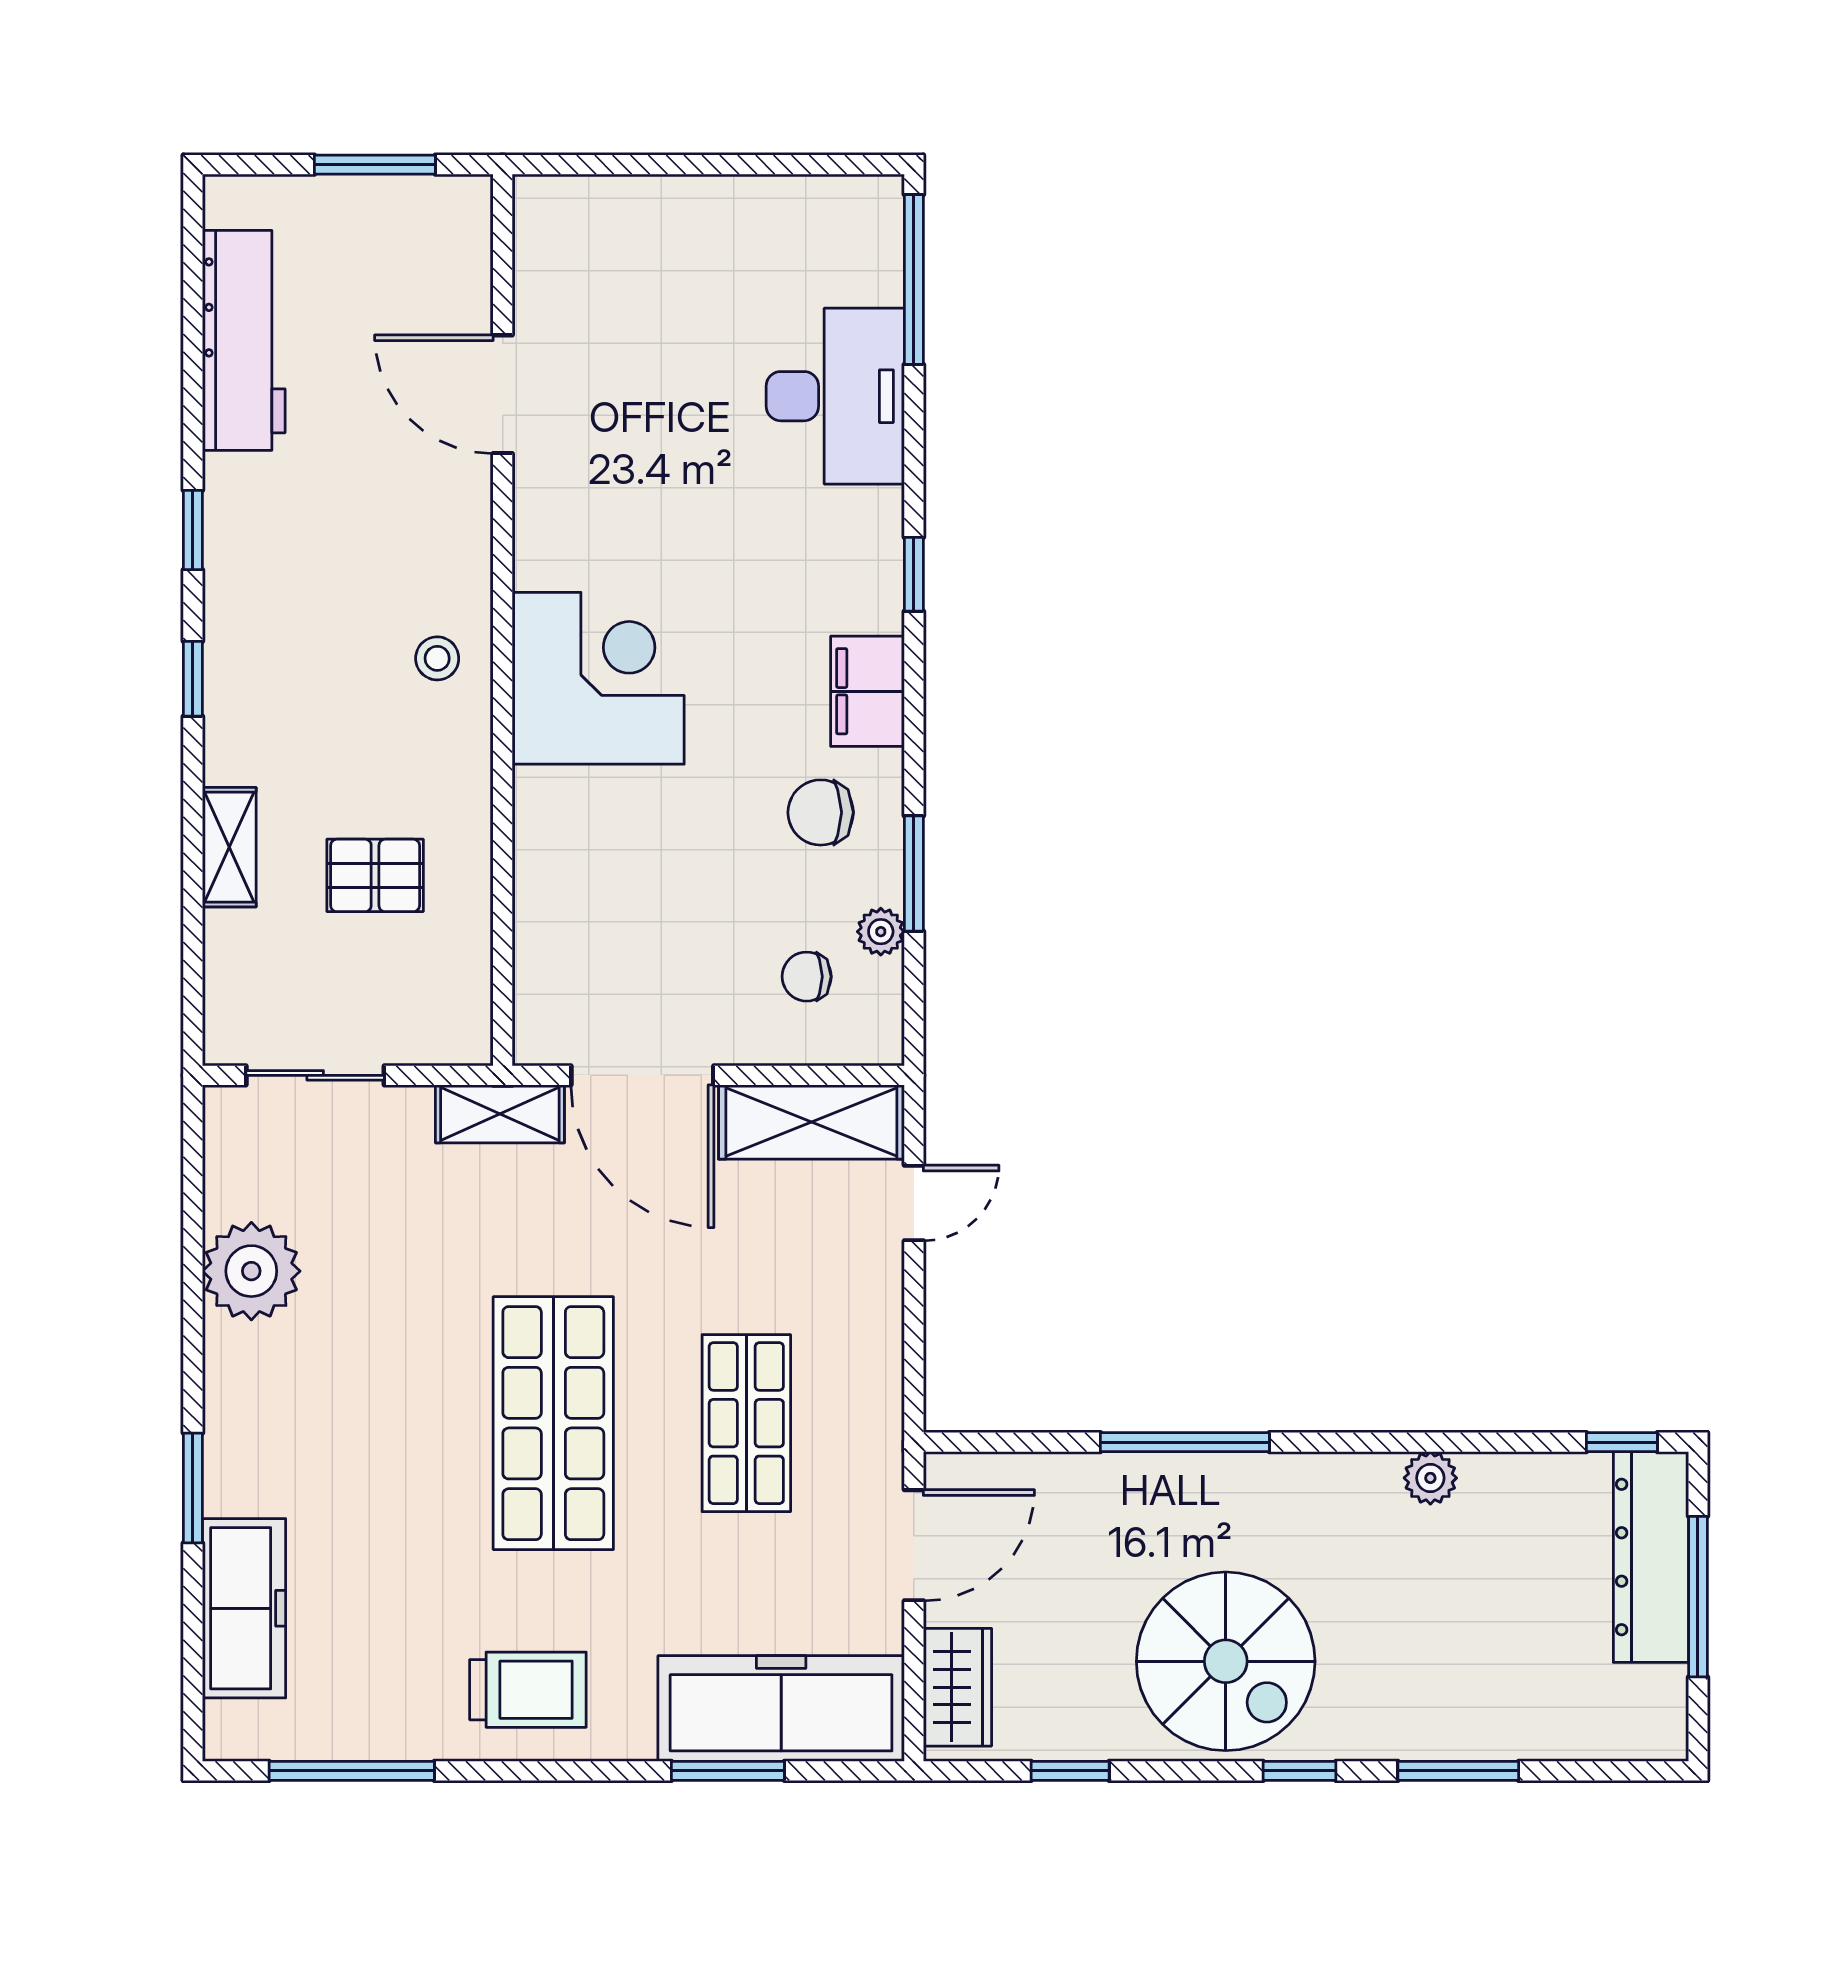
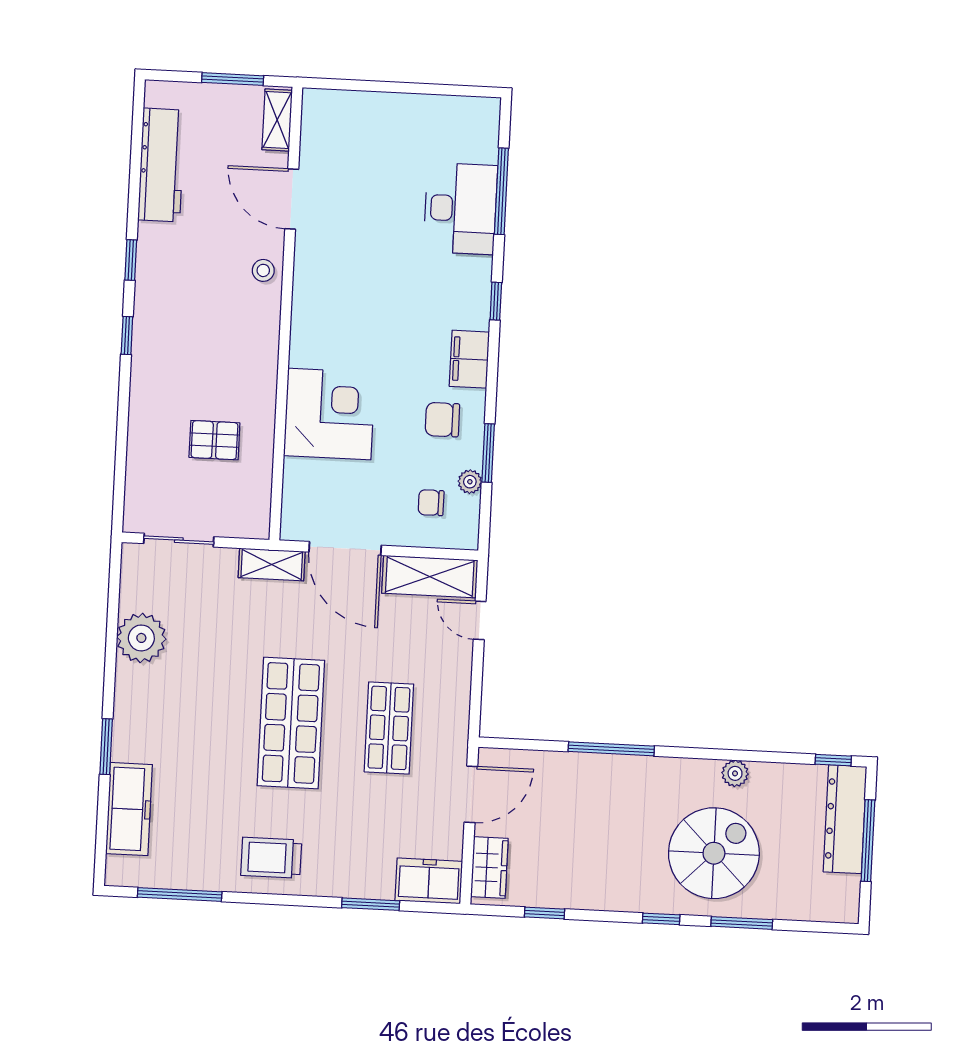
window: (914, 279) -> (501, 191), moved
stool: (437, 658) -> (263, 270), moved
corner desk: (598, 678) -> (329, 414), moved
shelving: (229, 847) -> (277, 120), moved
door: (914, 1203) -> (480, 620), swing flipped
spiral stairs: (1226, 1661) -> (714, 853), moved, turned -90
trolley: (528, 1690) -> (271, 858), turned 180
freezer: (781, 1709) -> (429, 881), width x0.52, depth x0.79

